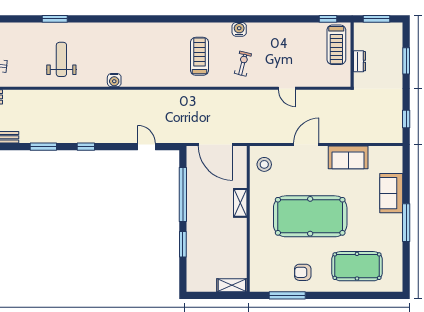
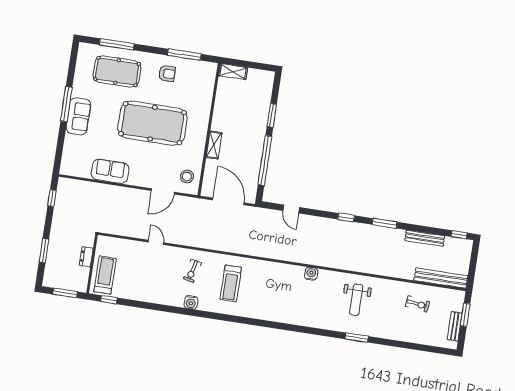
door: (306, 144) -> (163, 191), moved
sofa: (391, 193) -> (78, 116), moved
window: (362, 295) -> (117, 44), added

